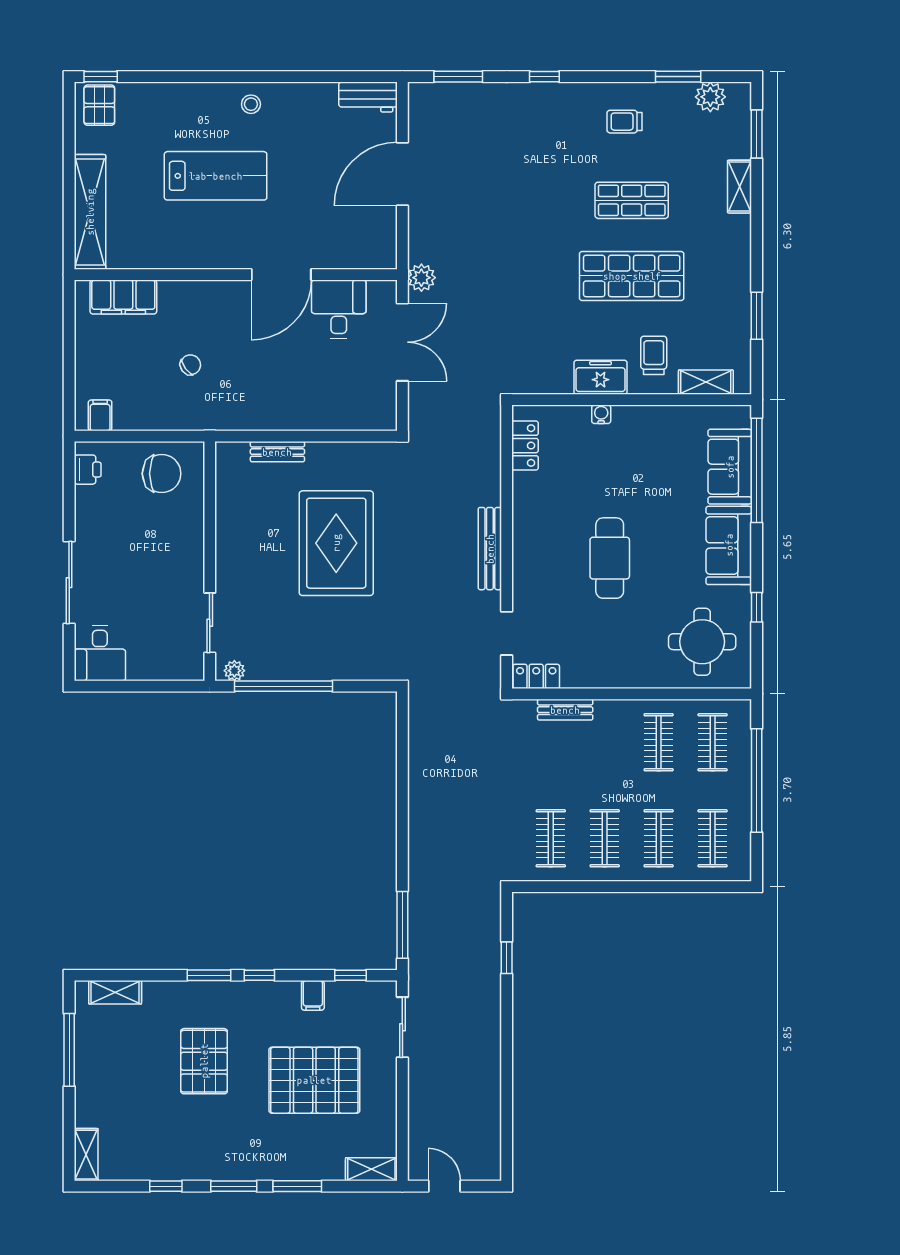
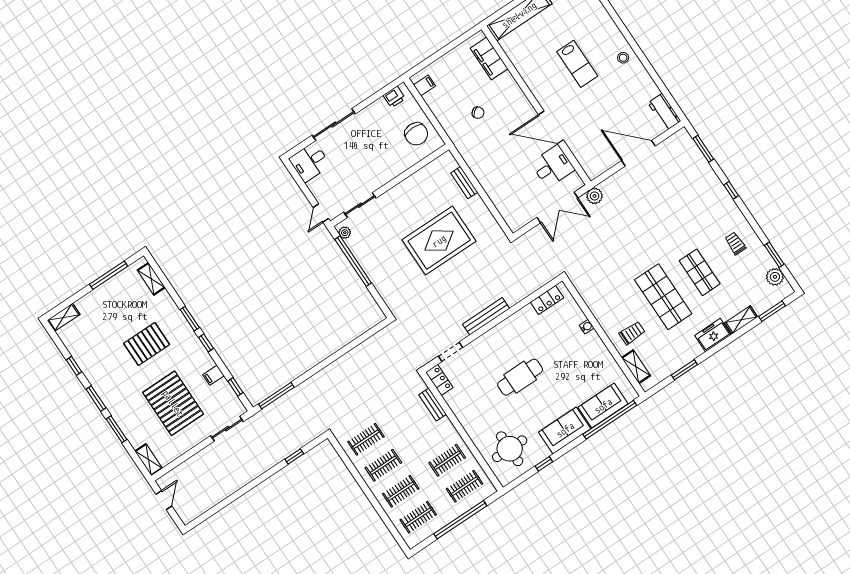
lab bench: (216, 176) -> (577, 64), width x0.73, depth x0.72
freezer: (600, 377) -> (713, 335), moved, turned -90
door: (183, 686) -> (321, 213), added

